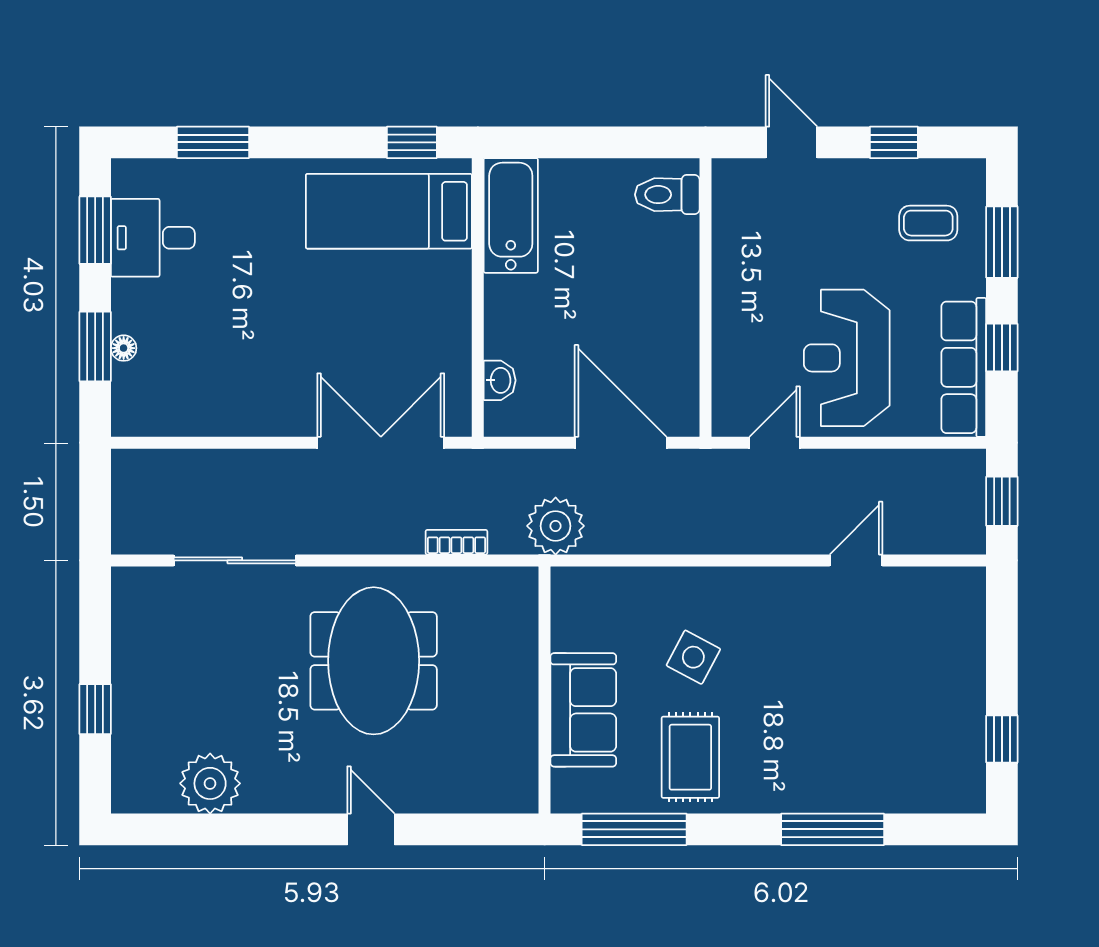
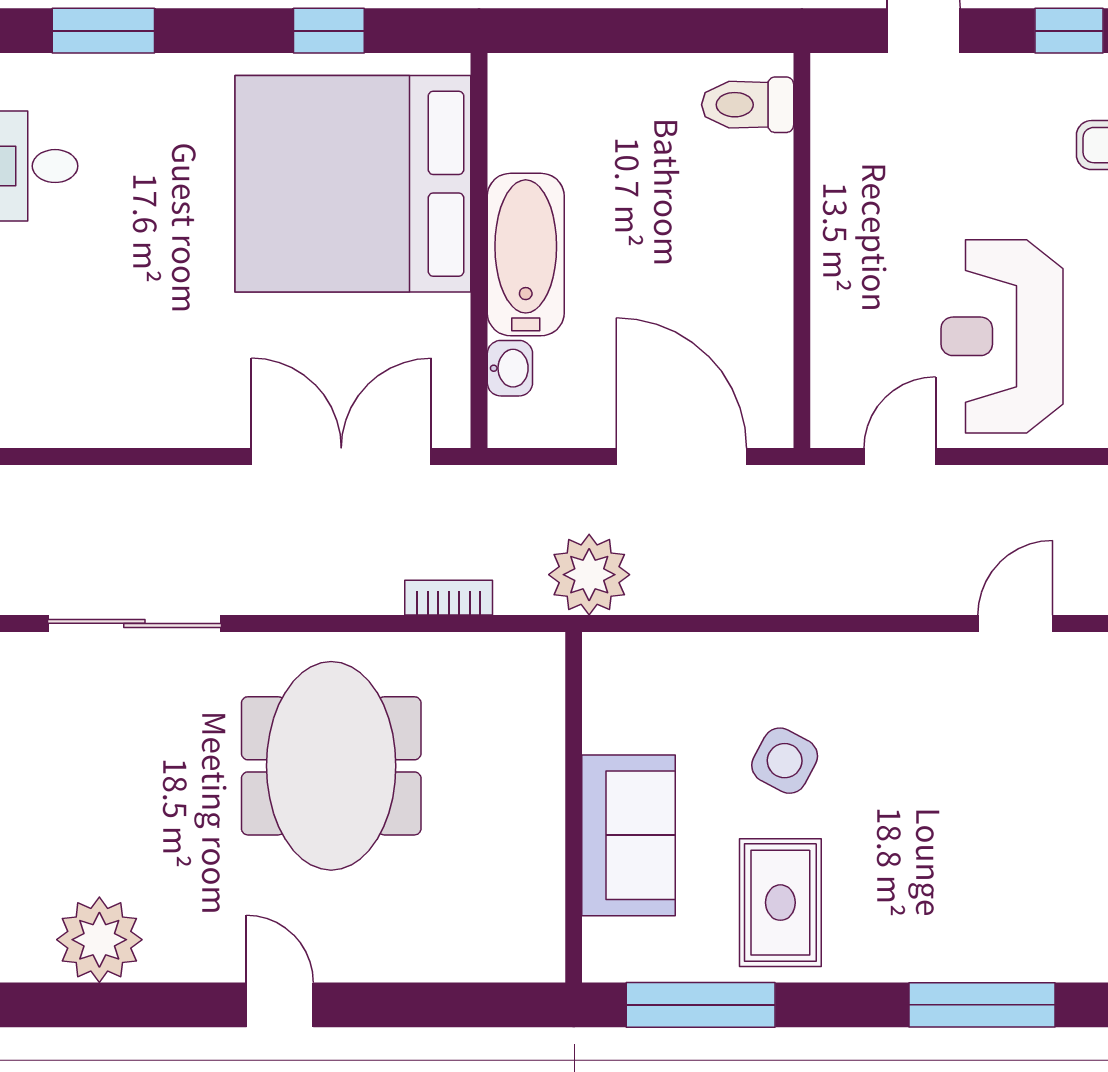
window: (412, 142) -> (329, 31), moved
bed: (389, 211) -> (353, 184), width x2.04
bathtub: (511, 215) -> (526, 255), moved
door: (371, 829) -> (280, 1005), moved

